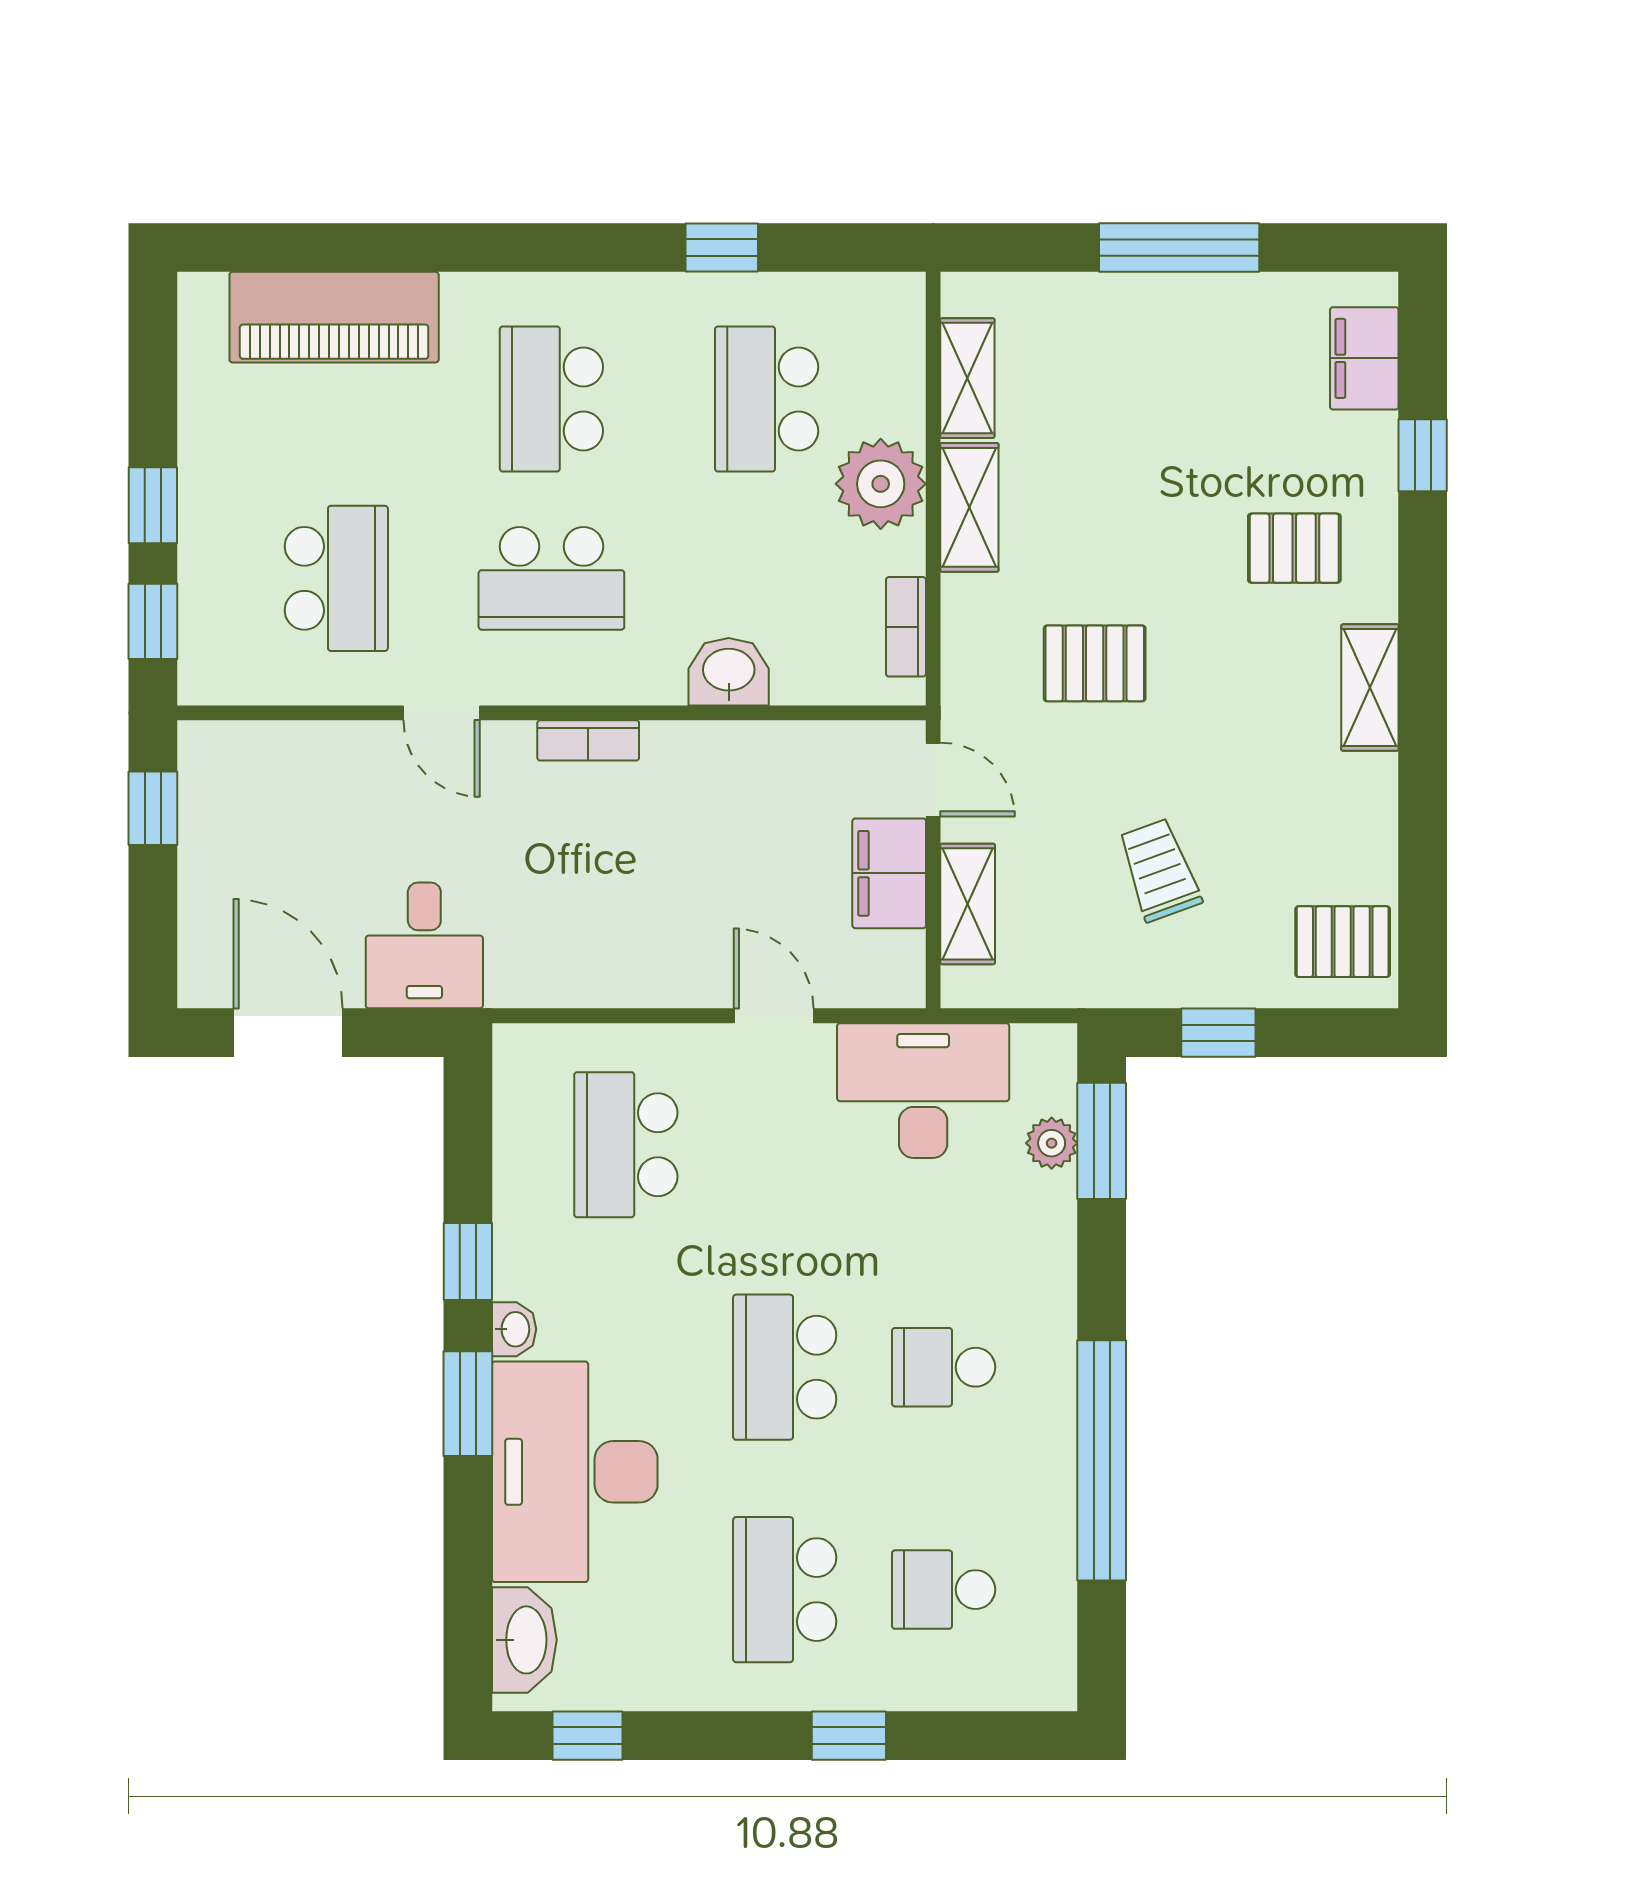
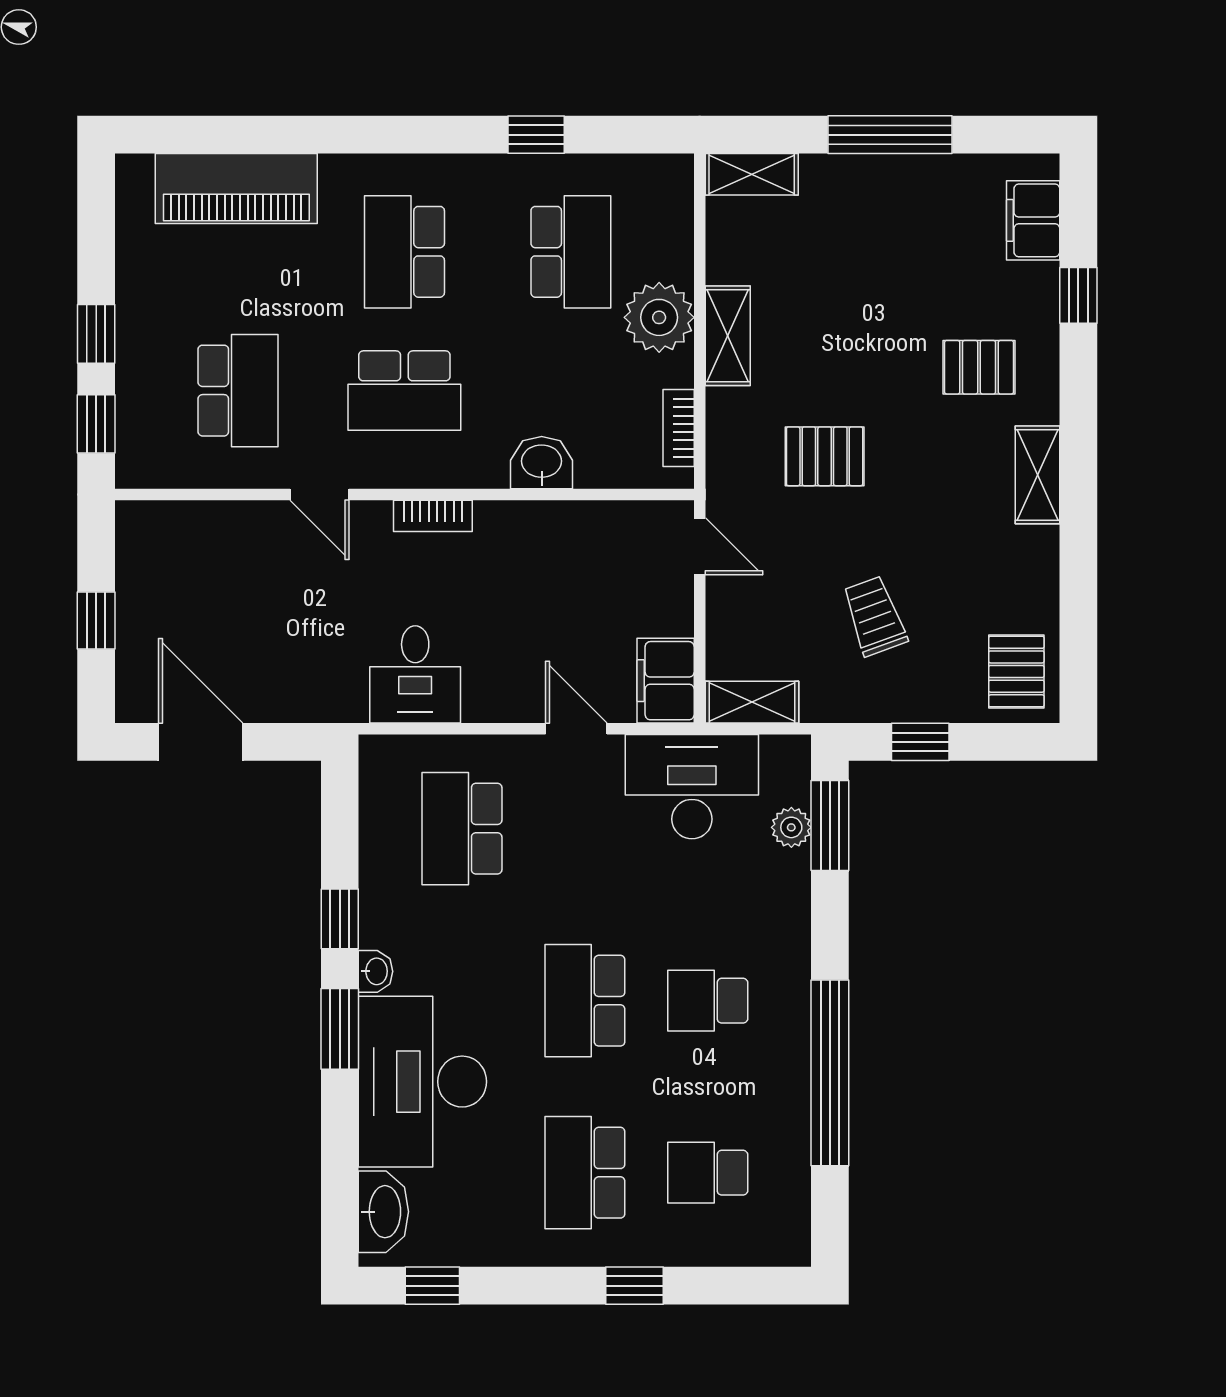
shelving: (967, 378) -> (752, 174), moved, turned 90
school desk: (767, 399) -> (571, 252), turned 180
window: (153, 808) -> (96, 621), moved
filing cabinet: (889, 873) -> (666, 681), moved
shelving: (968, 904) -> (752, 702), moved, turned 90
pallet: (1343, 942) -> (1016, 672), turned 90
desk: (424, 945) -> (415, 674), moved

